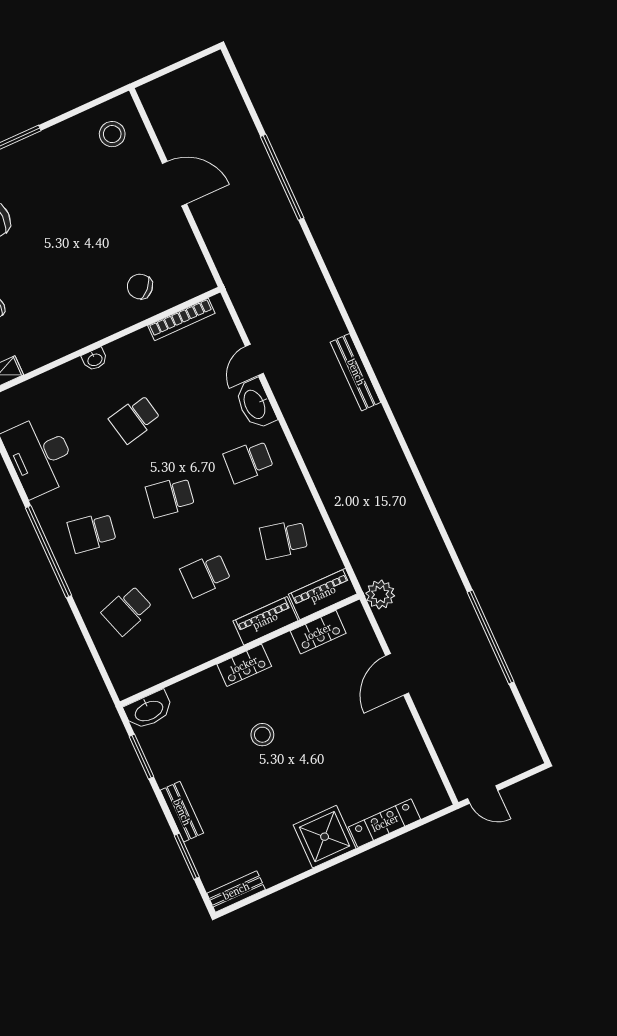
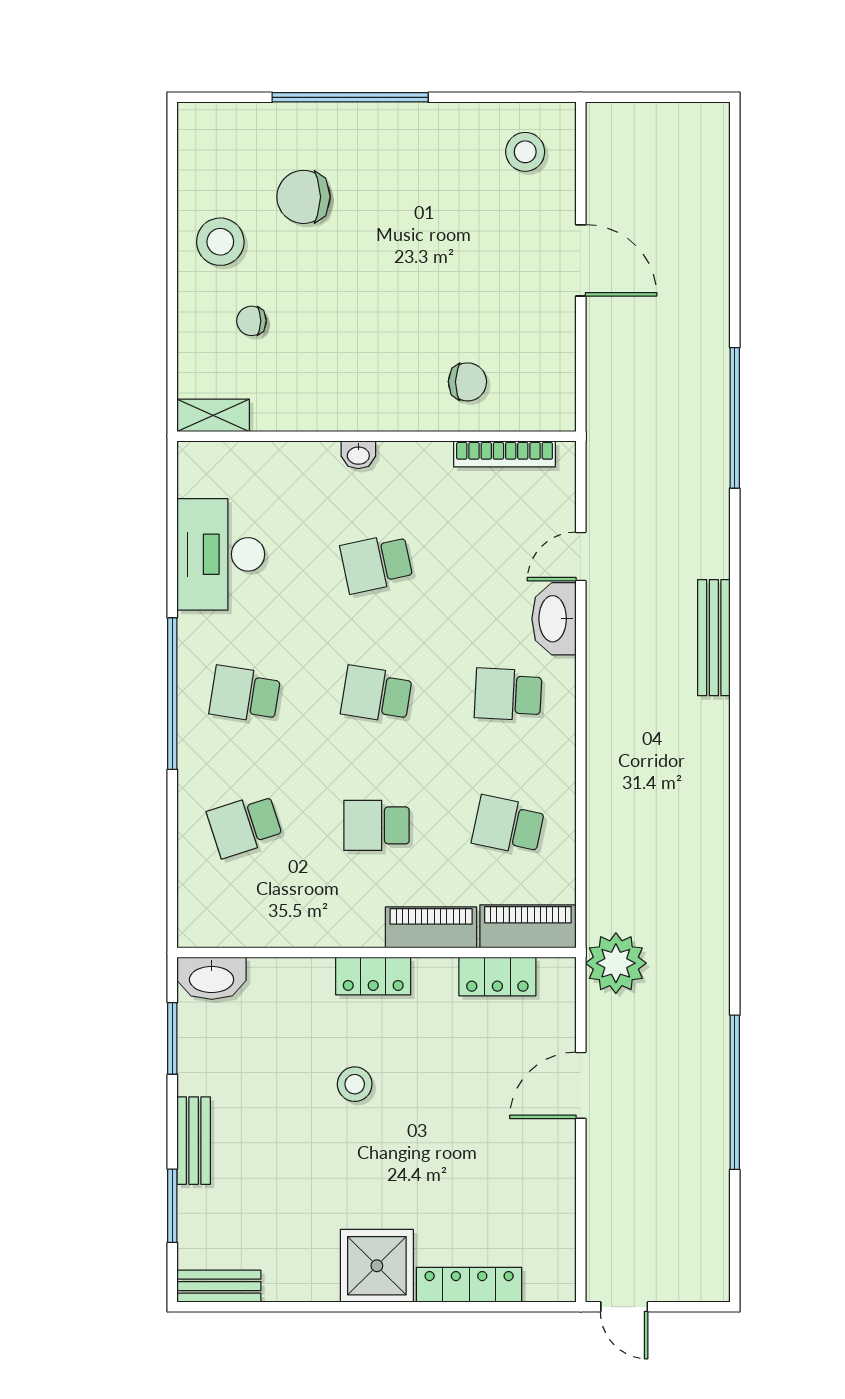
window: (282, 177) -> (735, 418), moved
chair: (140, 287) -> (467, 382), turned 137
plant: (380, 594) -> (616, 963), width x1.36, depth x1.36

